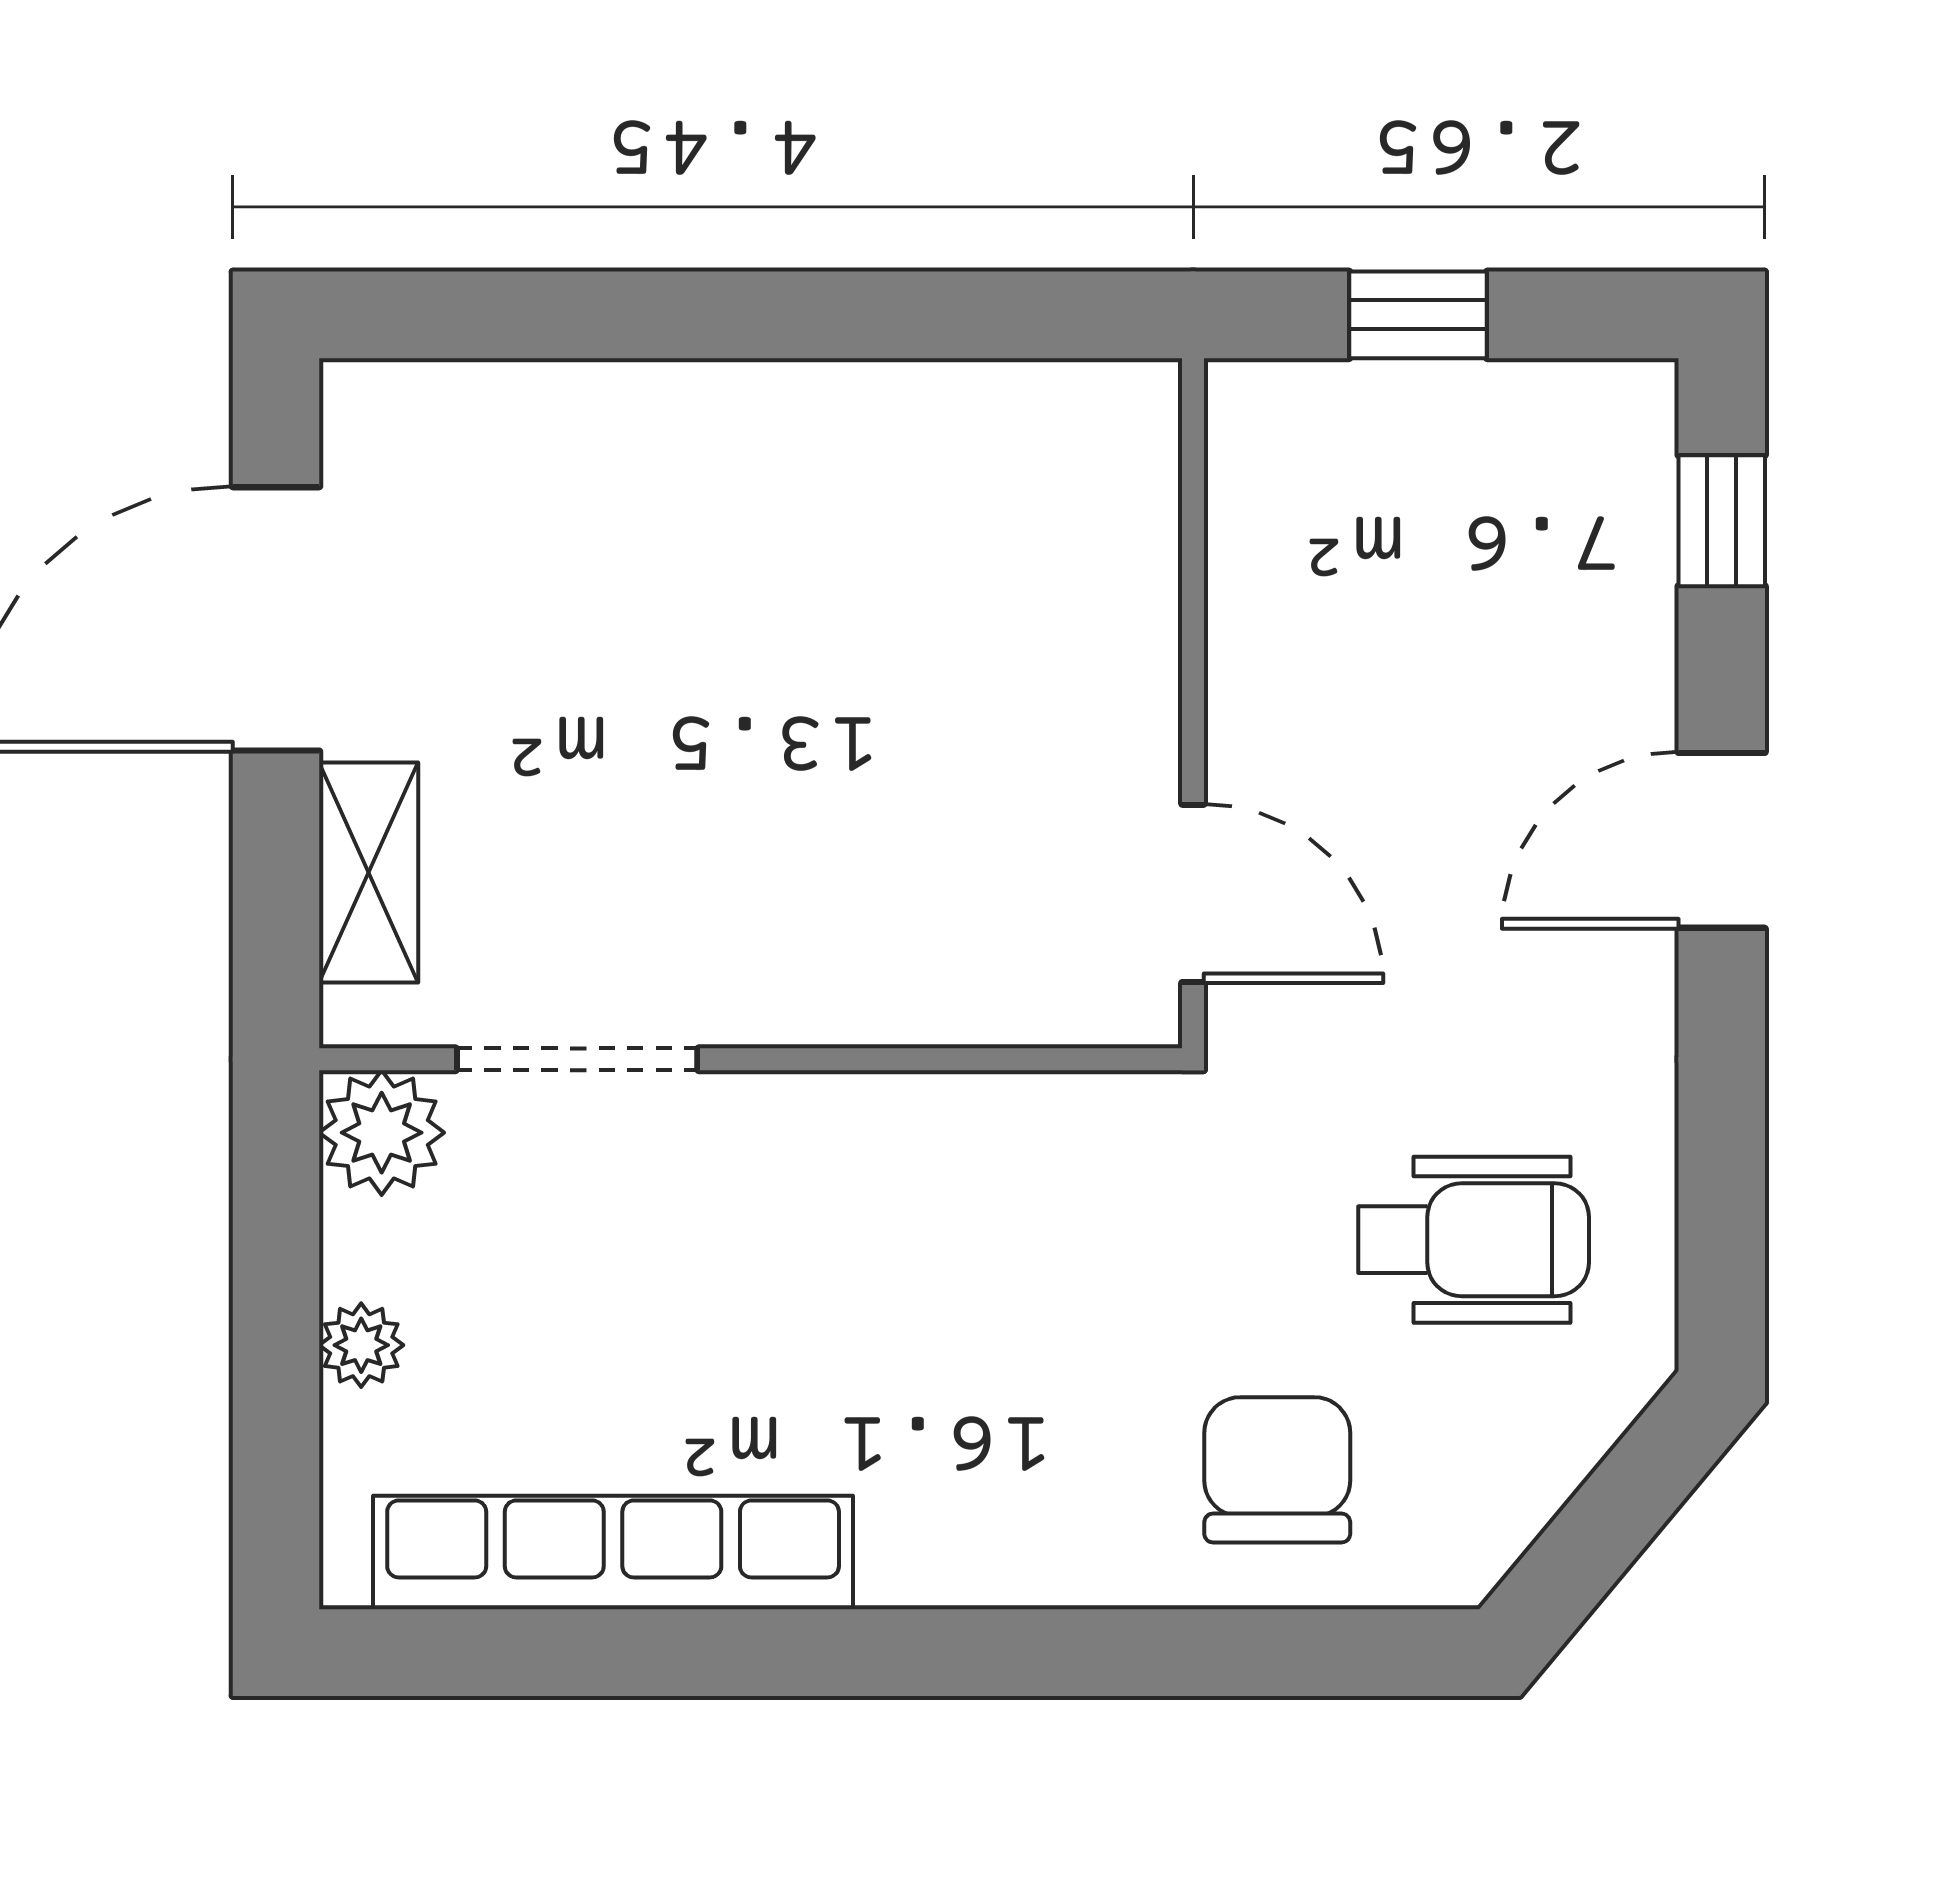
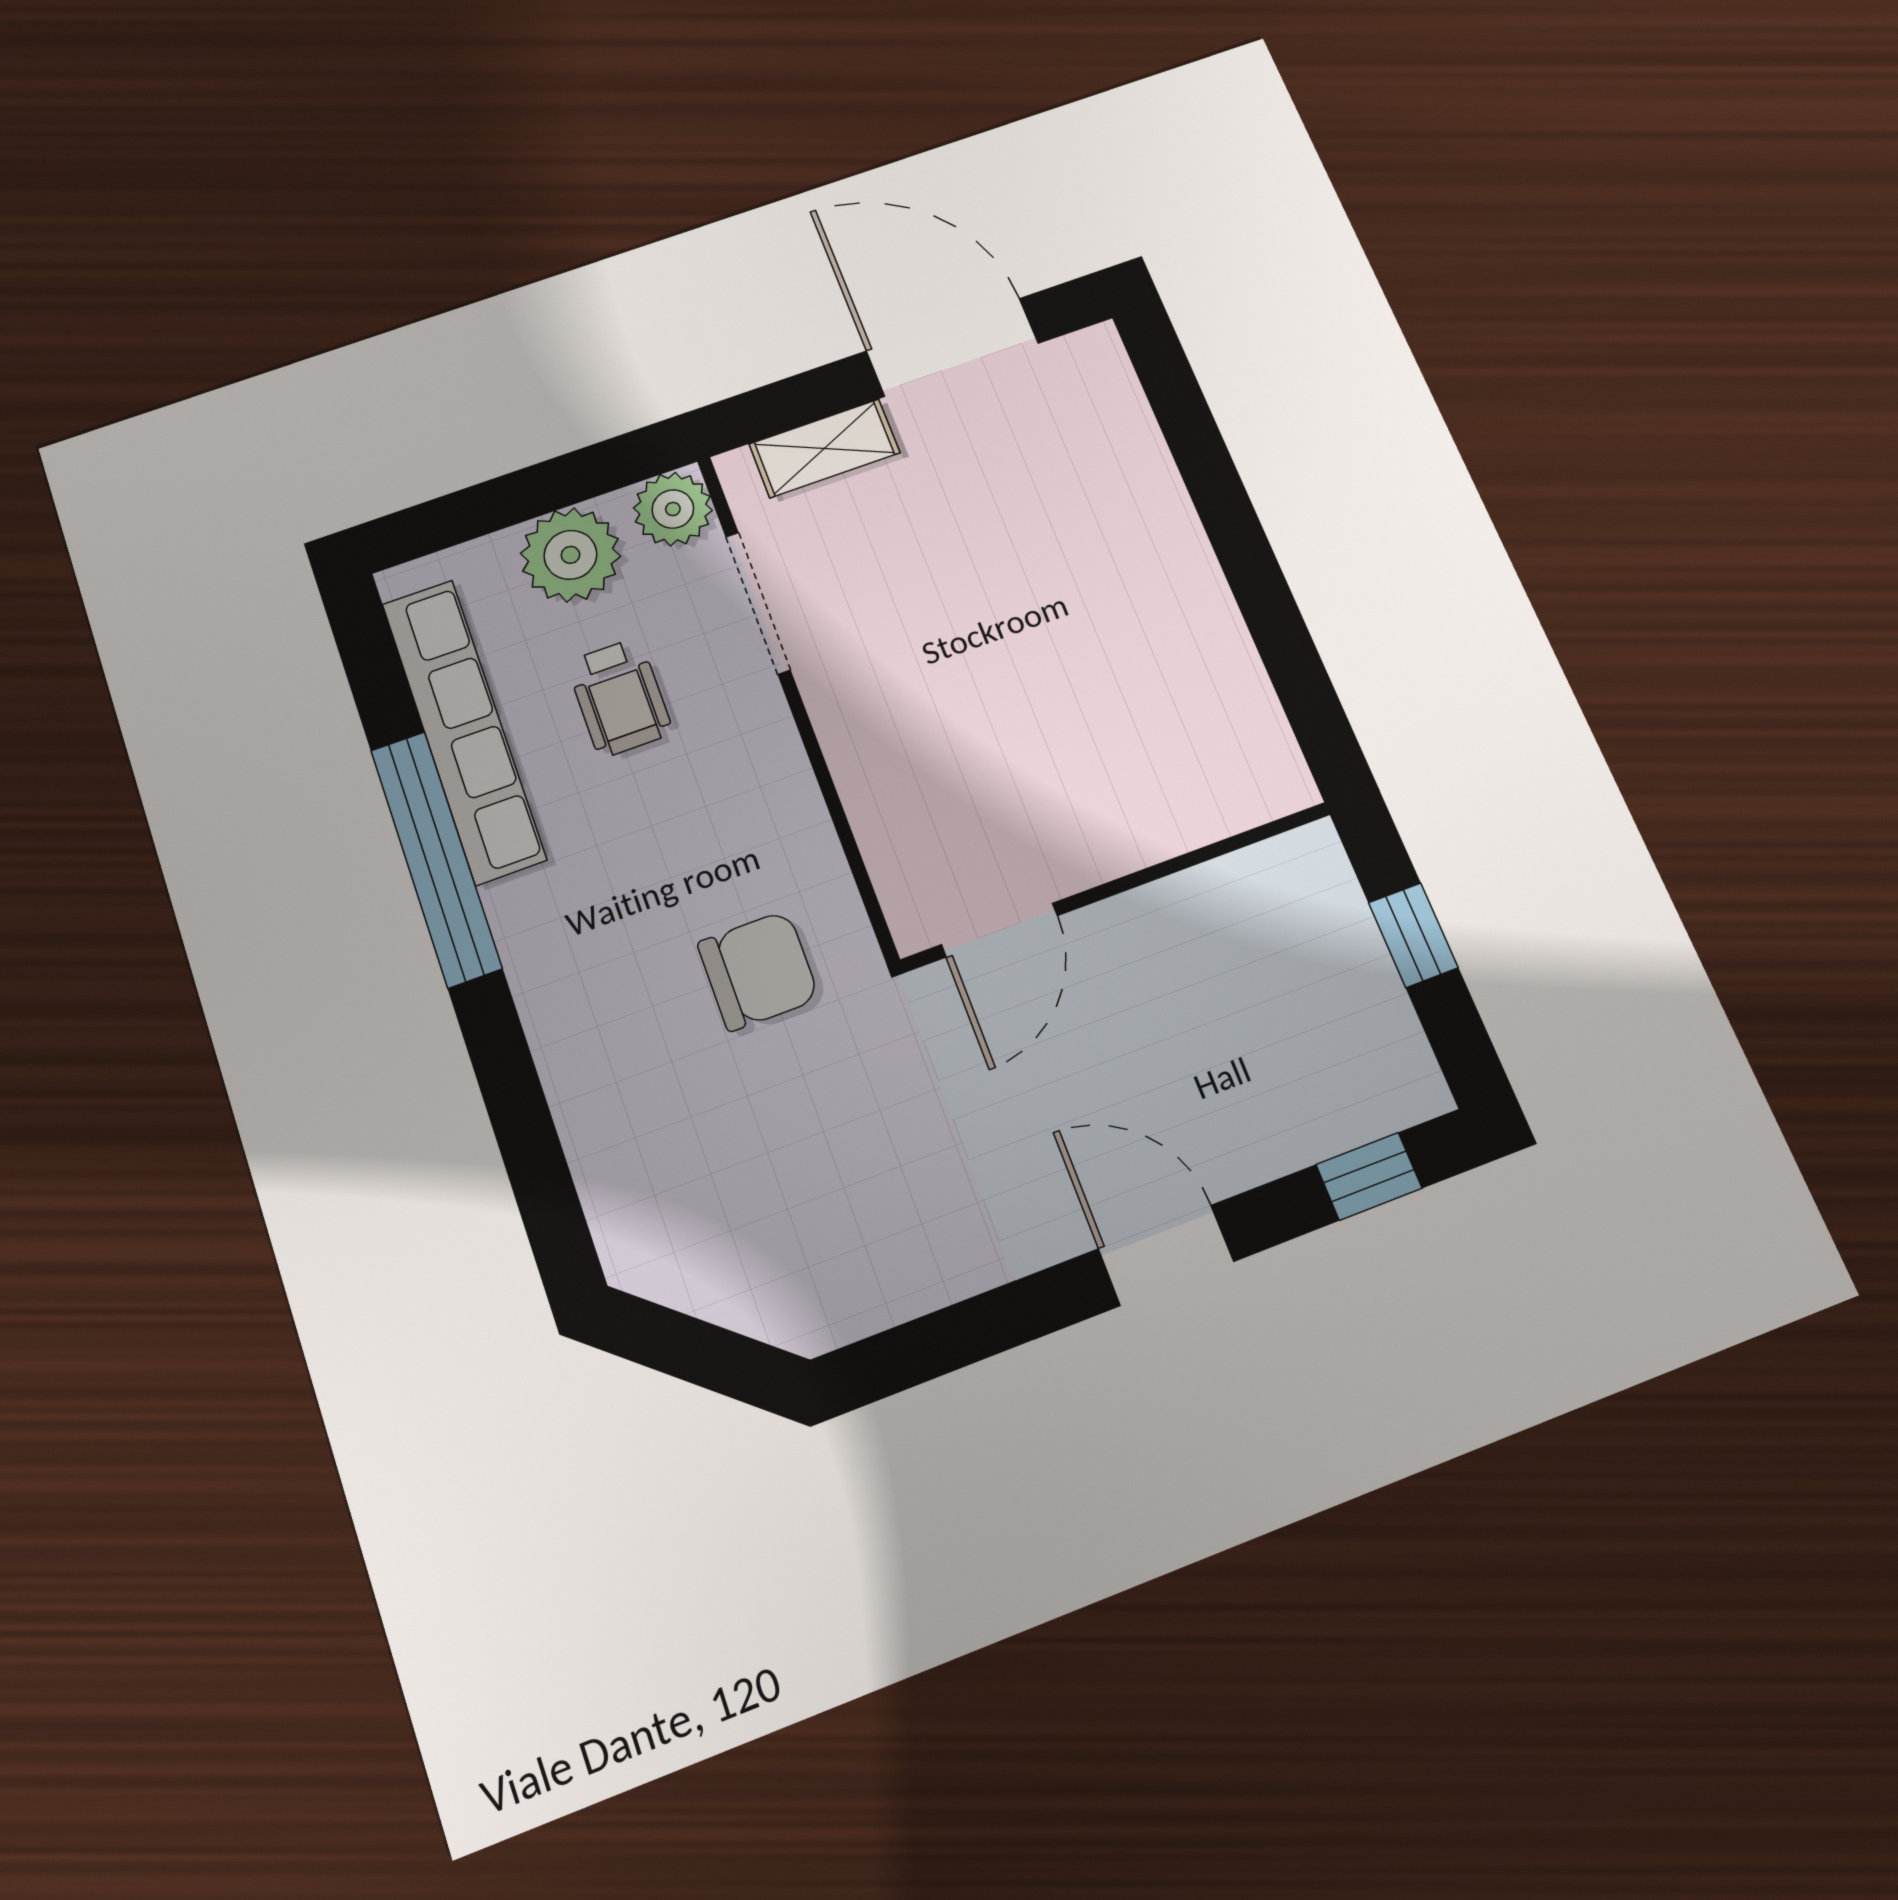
wheelchair: (1474, 1240) -> (620, 698), moved, width x0.73, depth x0.73
plant: (361, 1345) -> (570, 555), width x1.87, depth x1.87
chair: (1277, 1470) -> (758, 971), moved
window: (791, 1653) -> (436, 858), added

